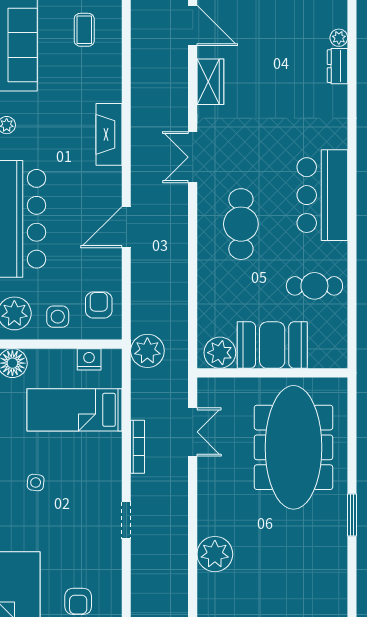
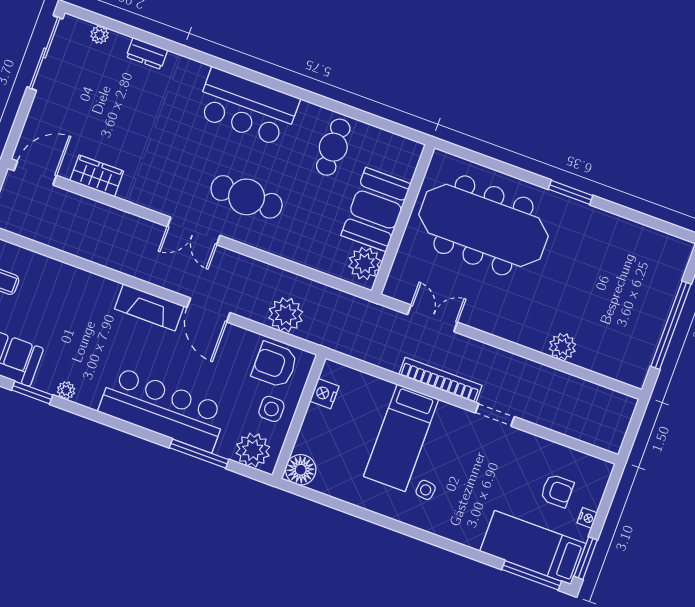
dresser: (338, 66) -> (147, 53), moved
fireplace: (109, 134) -> (149, 307), moved
double door: (193, 157) -> (194, 231), moved
armchair: (99, 305) -> (275, 365), width x1.38, depth x1.38
plant: (147, 351) -> (286, 315), moved
bed: (74, 410) -> (401, 438), moved
bookcase: (138, 447) -> (440, 380), width x1.48, depth x1.31
plant: (215, 554) -> (562, 347), width x0.73, depth x0.73

